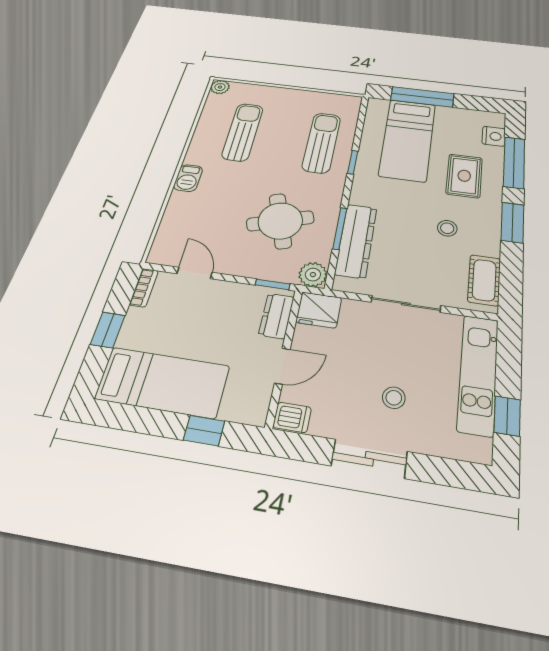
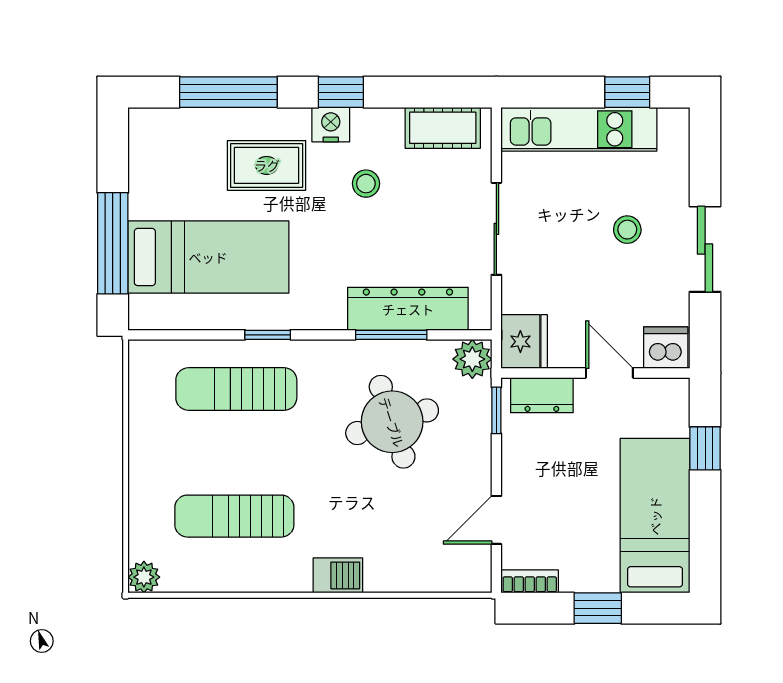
nightstand: (494, 136) -> (331, 125), moved
window: (512, 222) -> (341, 92), width x0.67
dishwasher: (292, 417) -> (666, 348), width x1.38

